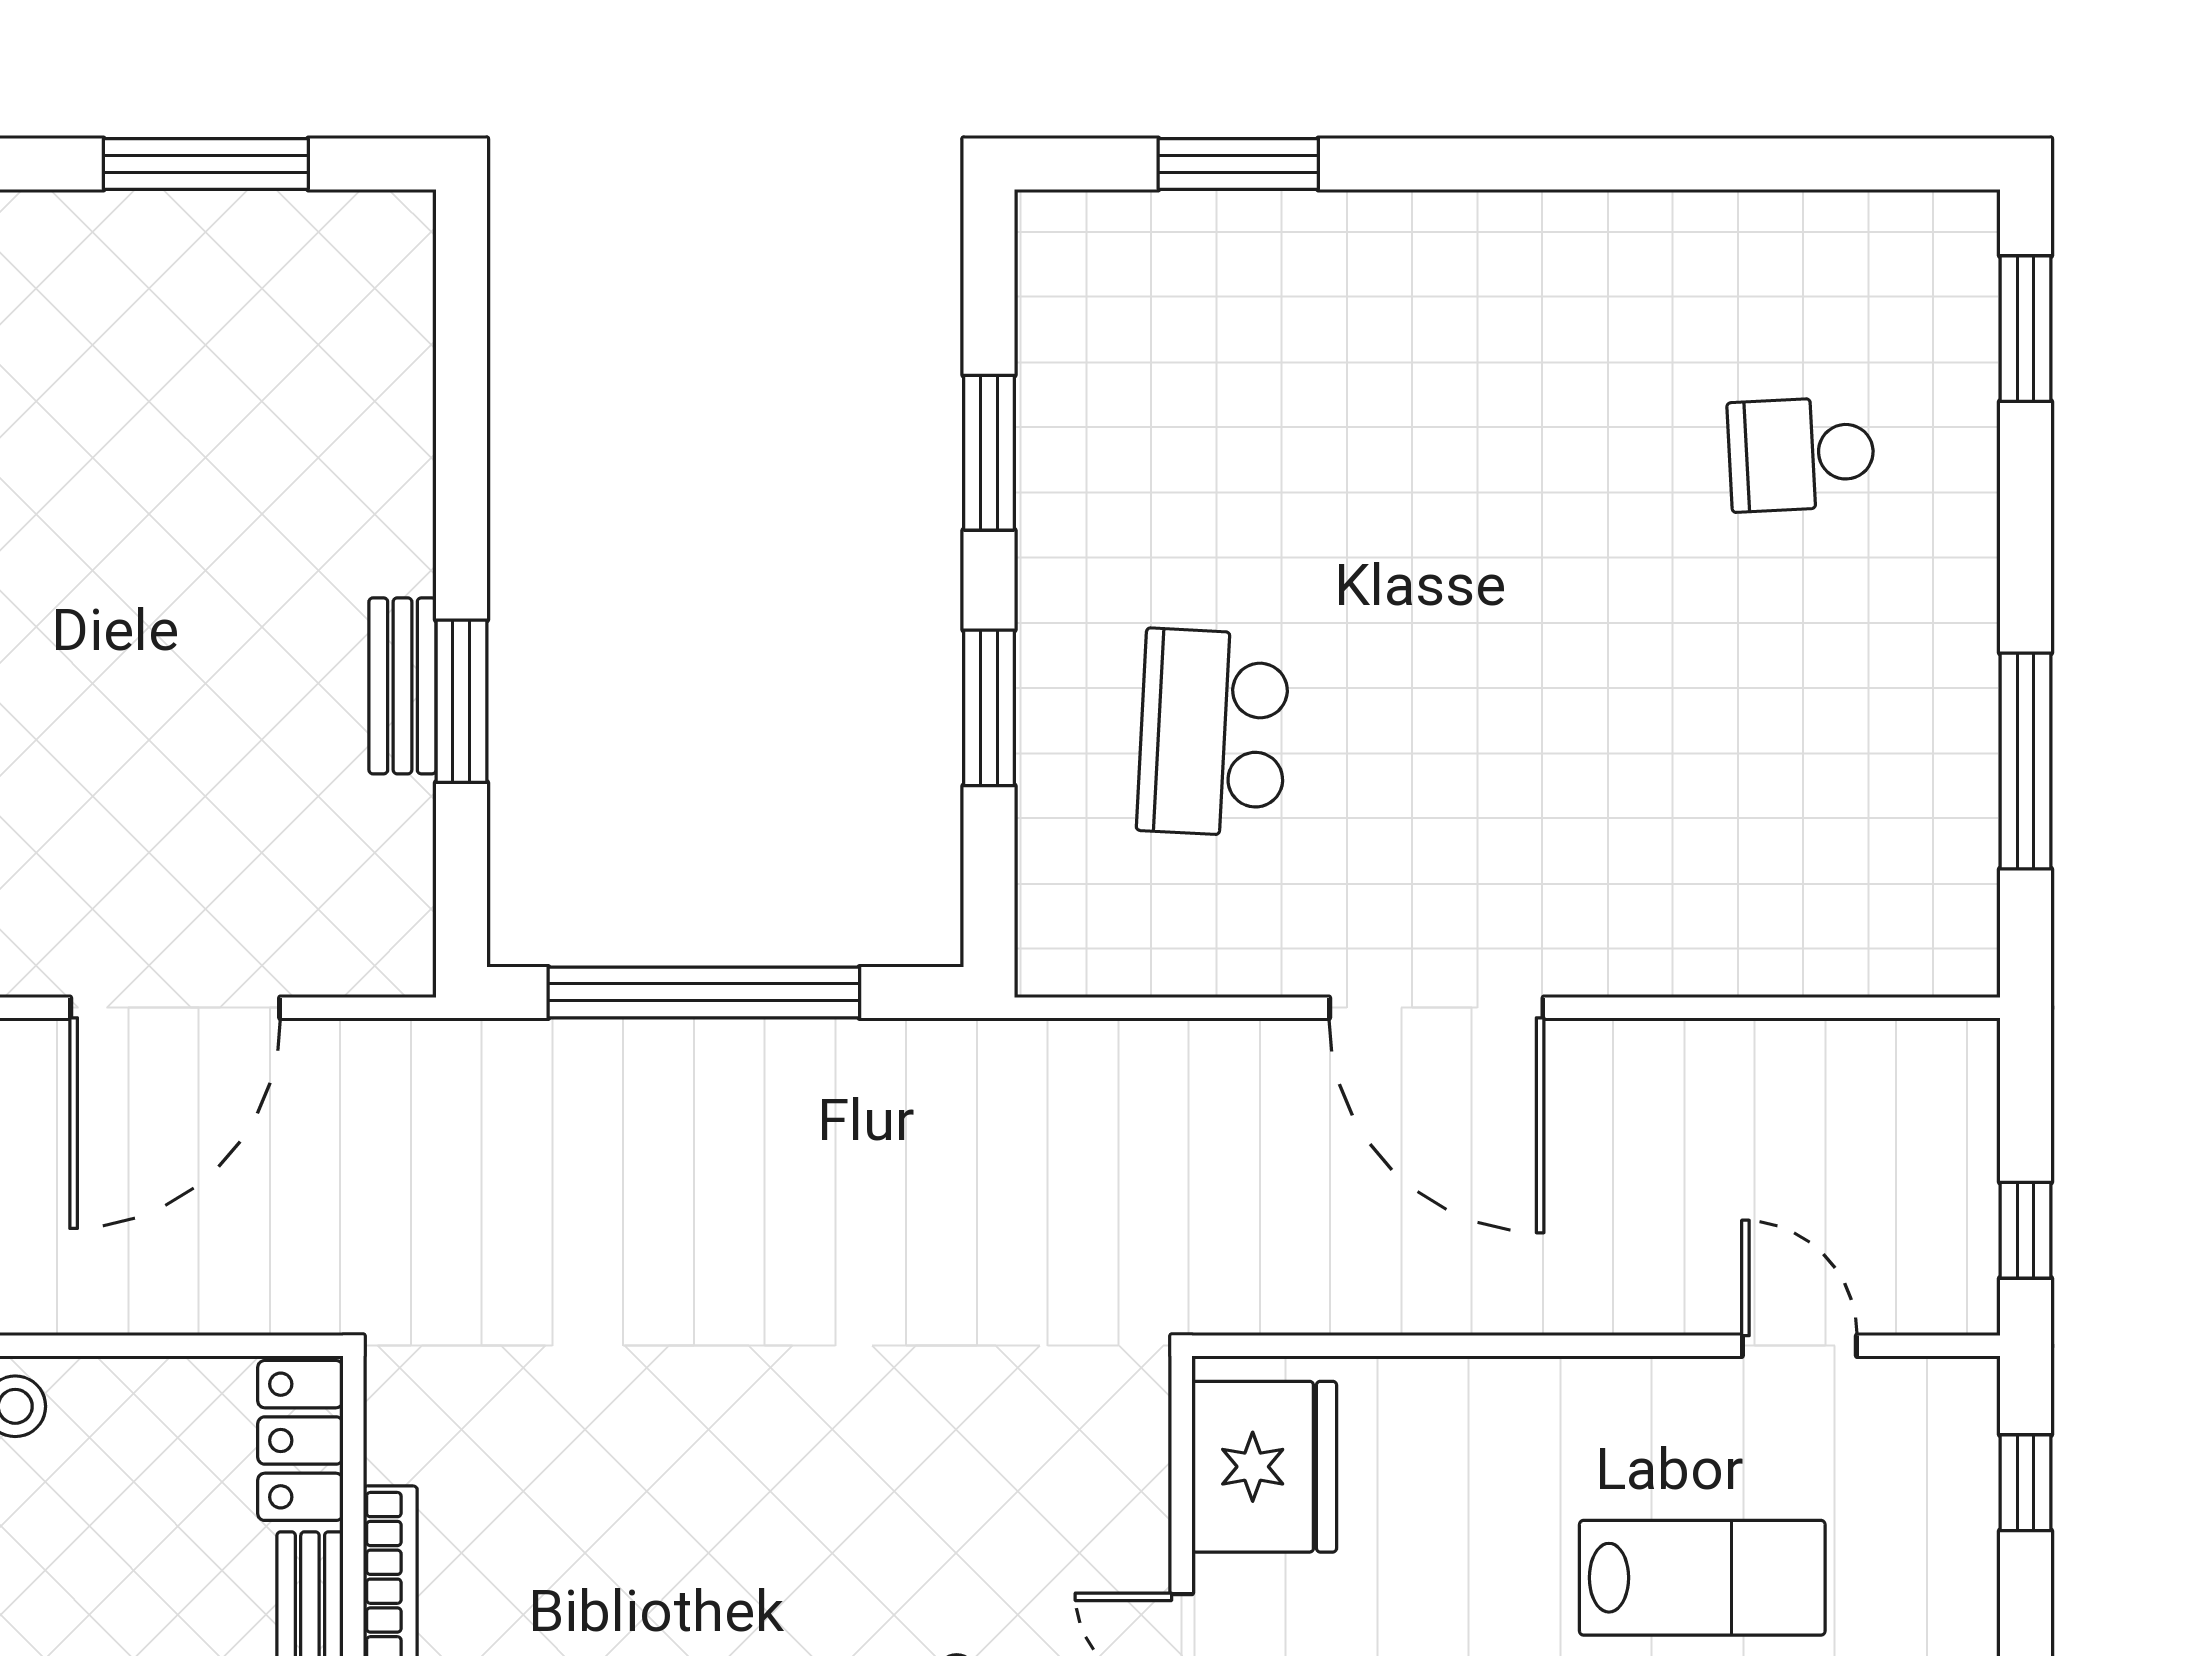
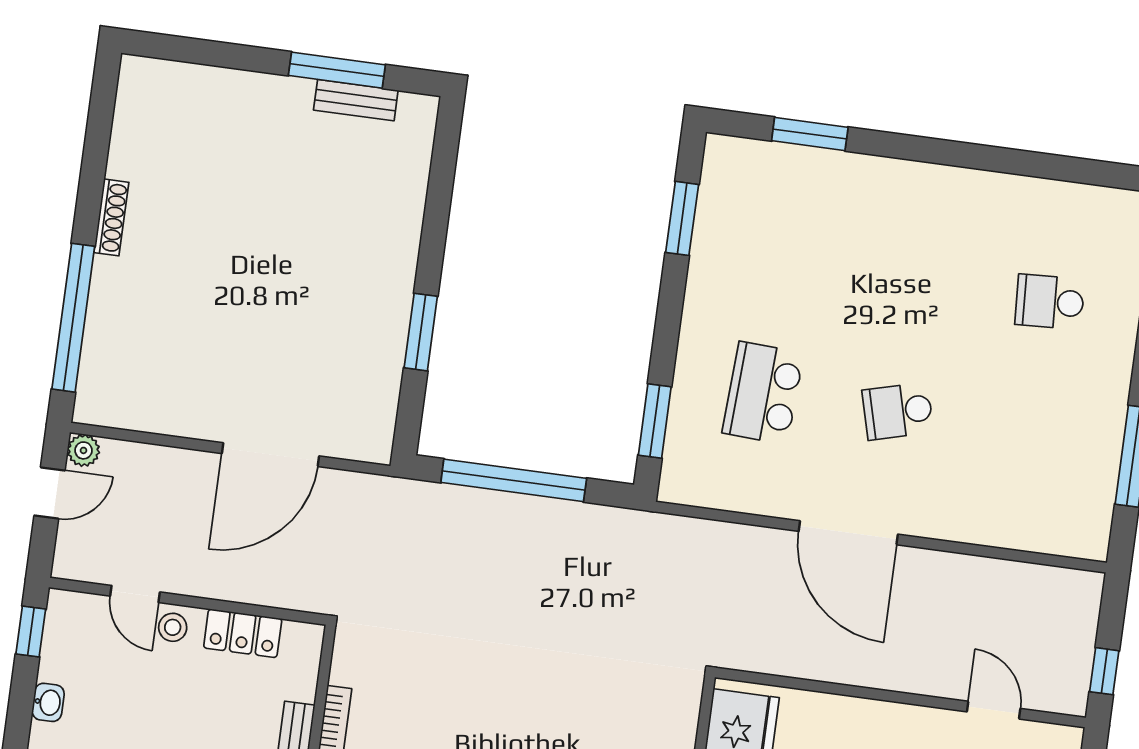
window: (989, 453) -> (682, 218), moved
bench: (402, 686) -> (356, 100), moved, turned 90
window: (989, 708) -> (655, 421), moved
school desk: (1507, 733) -> (898, 411), added
locker: (300, 1440) -> (243, 633), moved, turned -90

